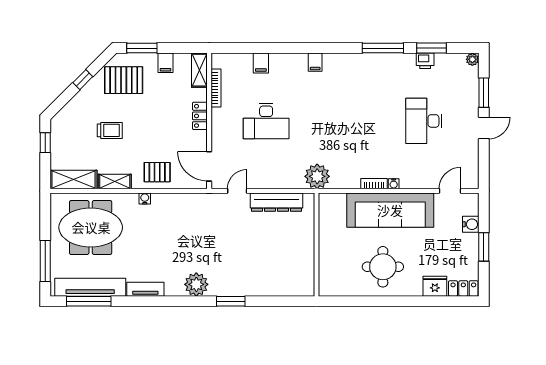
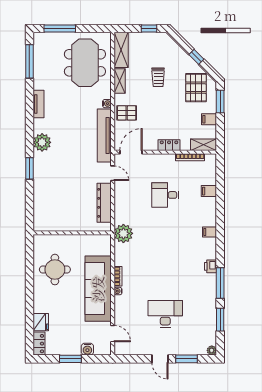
printer: (425, 61) -> (211, 266), moved
desk: (266, 121) -> (165, 195), width x0.73
pallet: (157, 172) -> (127, 113), turned 90
round table: (383, 267) -> (55, 270), moved
tv unit: (90, 287) -> (104, 135), moved, turned 180

